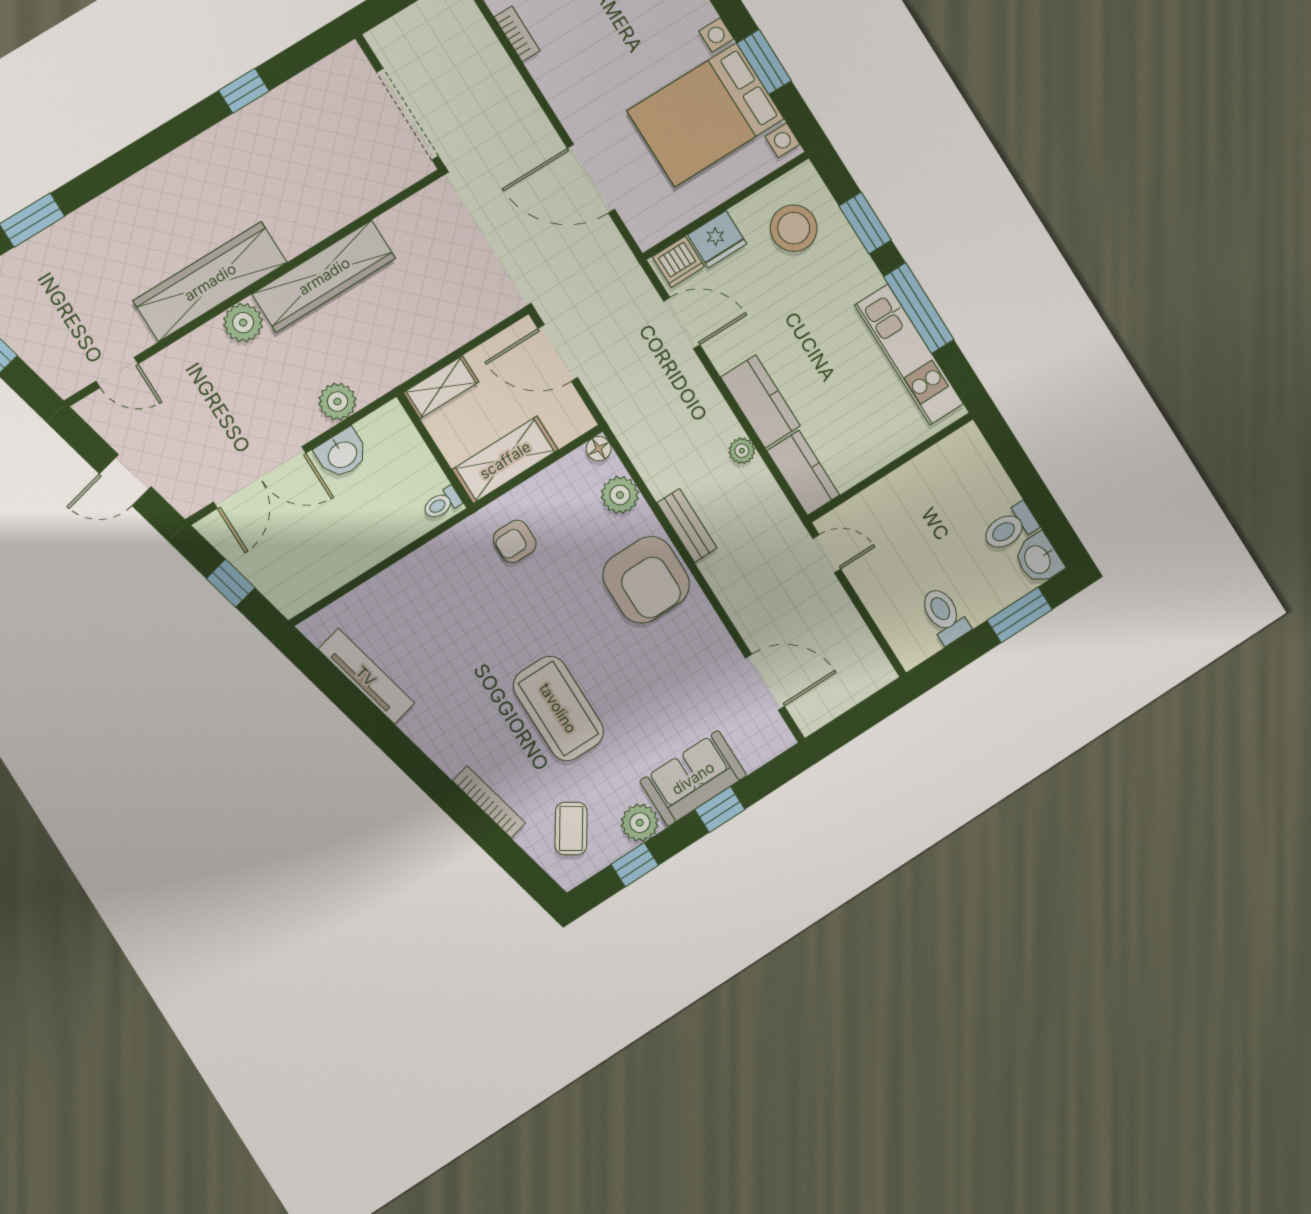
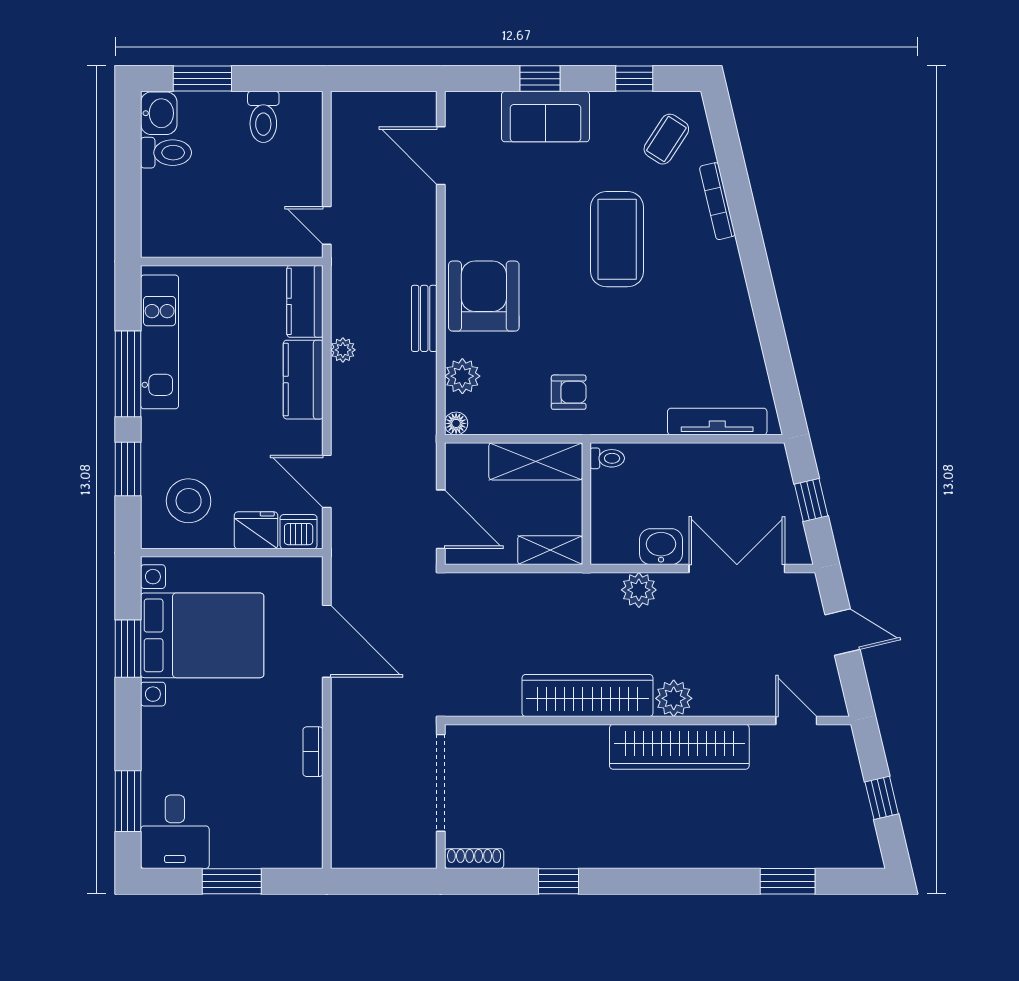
bookcase: (517, 34) -> (313, 752), moved
shoe rack: (334, 64) -> (474, 859), added
tv unit: (366, 676) -> (717, 422), moved, turned 103
plant: (640, 823) -> (610, 109), removed

